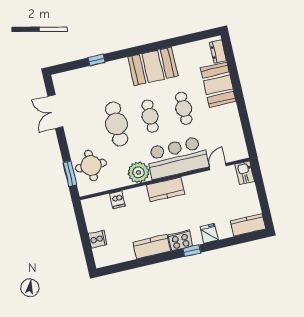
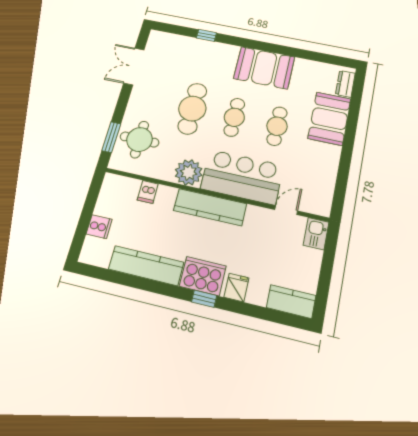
kitchen counter: (166, 189) -> (210, 207), width x1.50
cooker: (180, 240) -> (203, 276), width x1.37, depth x1.31
kitchen counter: (152, 247) -> (146, 266), width x1.50

